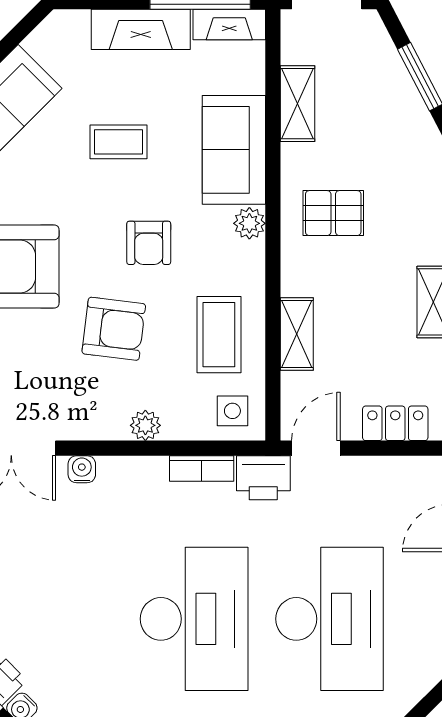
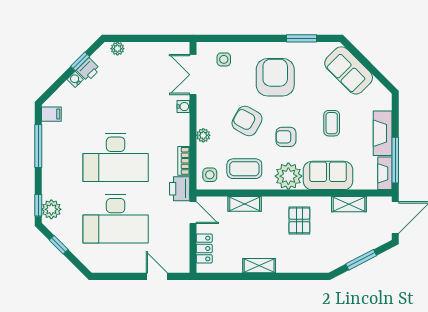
plant: (249, 223) -> (288, 176), width x1.87, depth x1.87
armchair: (114, 329) -> (247, 121), turned 112

